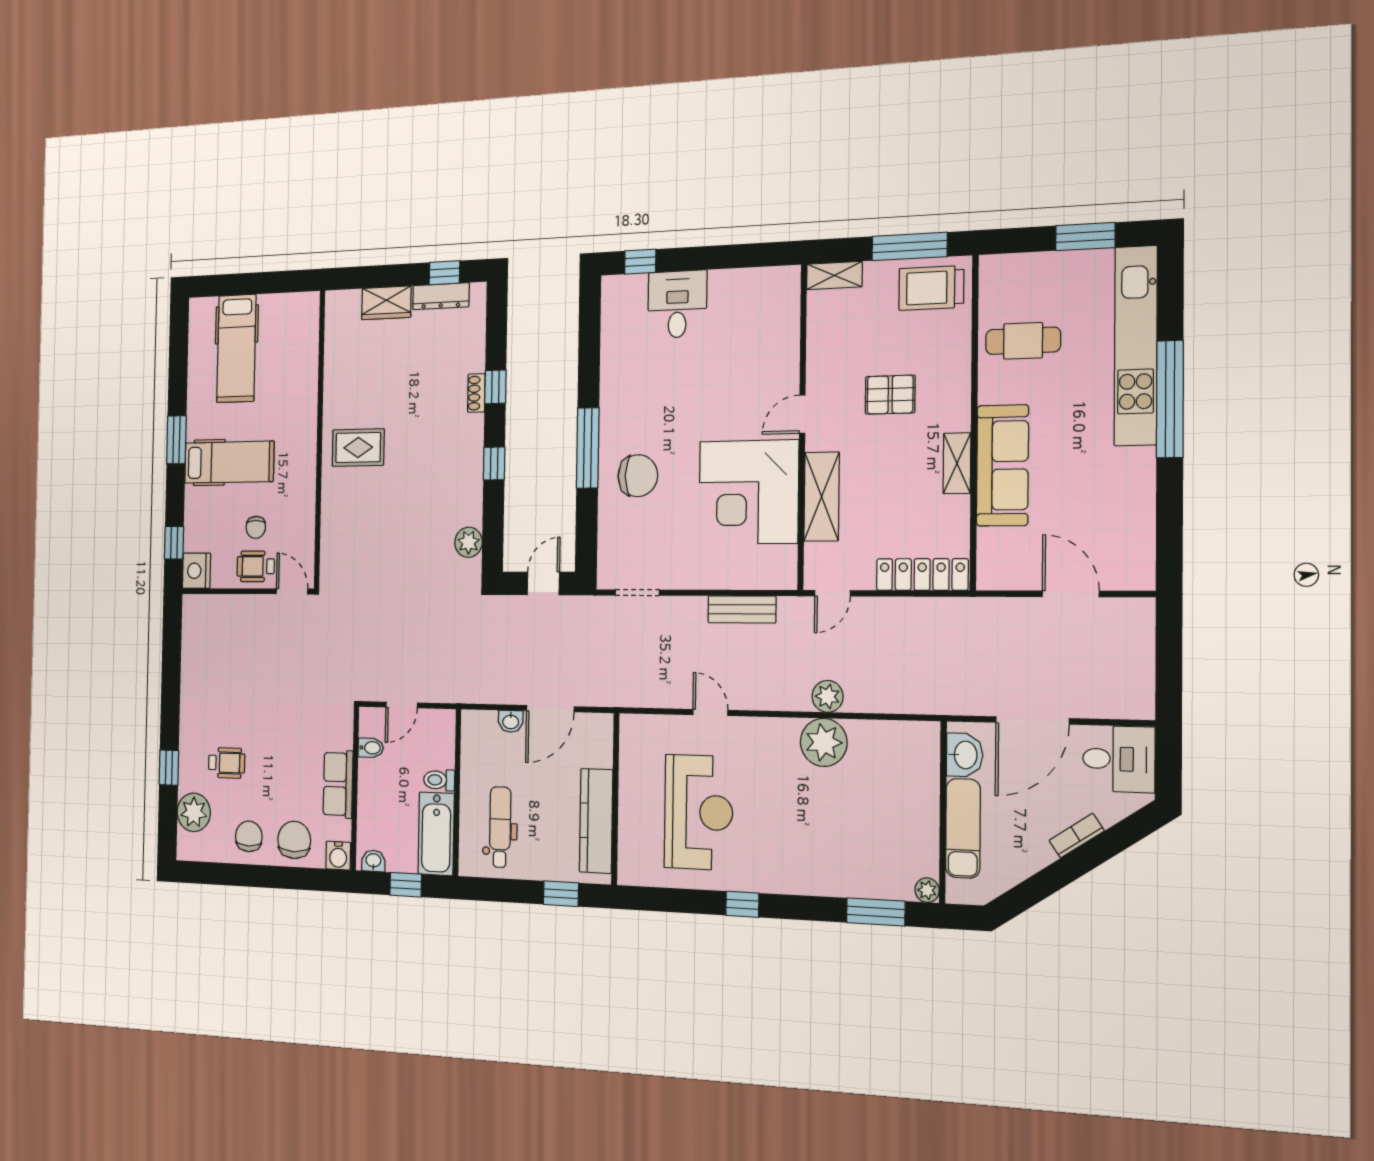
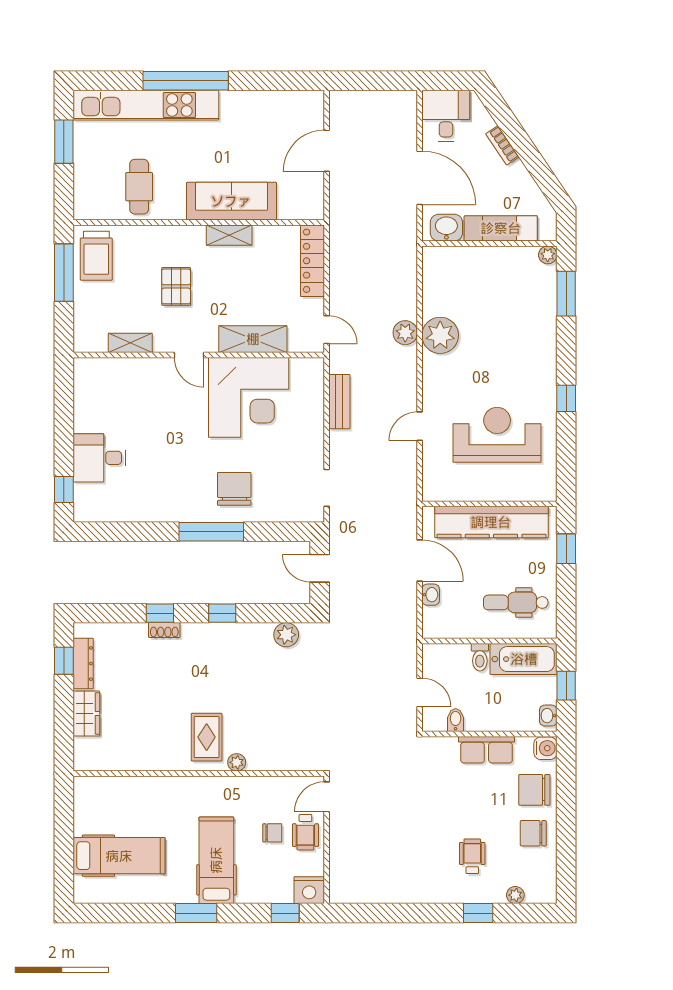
shelving: (834, 275) -> (130, 343), moved, turned 90
plant: (331, 484) -> (237, 762), added
plant: (194, 812) -> (515, 895), width x0.53, depth x0.53
kitchen counter: (596, 821) -> (491, 522), width x1.39, depth x1.17

